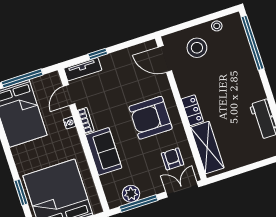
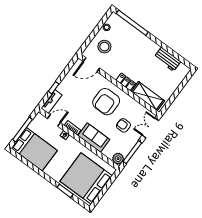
door: (69, 95) -> (54, 121), swing flipped
armchair: (173, 159) -> (123, 125), moved
plant: (131, 194) -> (118, 159), moved

